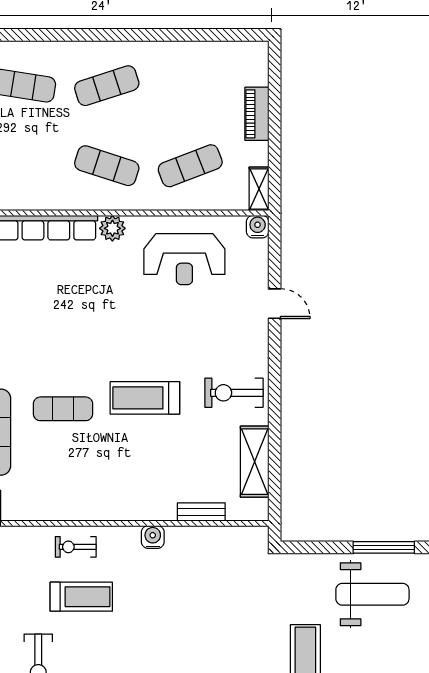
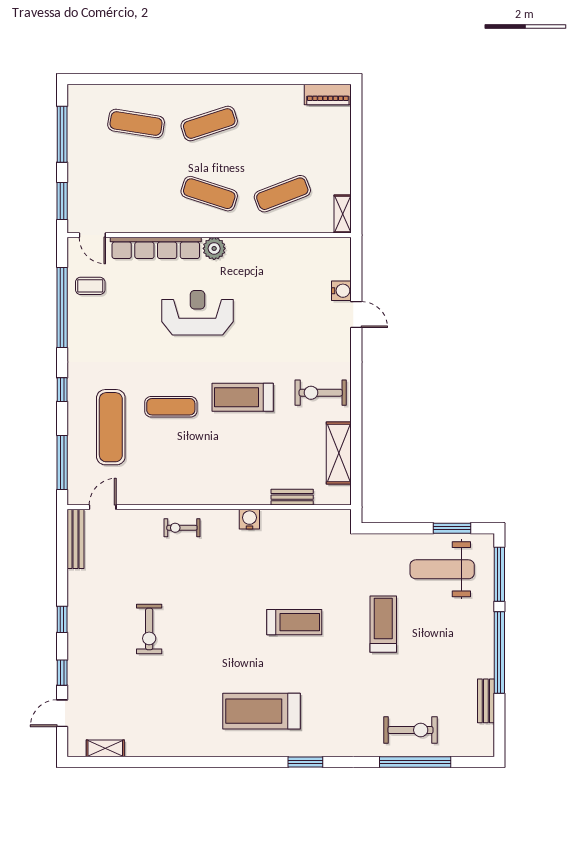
piano: (257, 114) -> (328, 94), moved, turned -90
water cooler: (258, 227) -> (341, 291), moved, turned 90
reception desk: (184, 259) -> (197, 313), moved, turned 180
window: (384, 547) -> (452, 528), width x0.69
weight bench: (372, 594) -> (442, 569), turned 180
treadmill: (81, 597) -> (294, 622), moved

